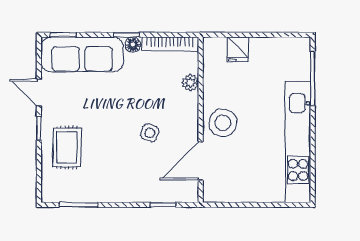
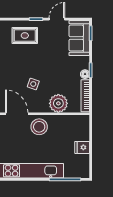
fridge: (238, 49) -> (82, 147), moved
sofa: (82, 54) -> (79, 38), width x0.73
plant: (190, 83) -> (58, 103), width x1.87, depth x1.87

